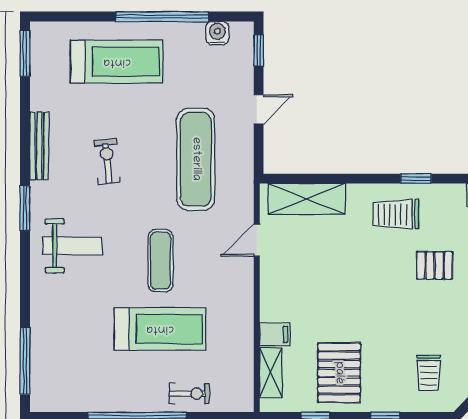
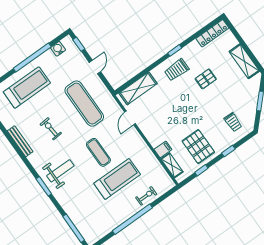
window: (25, 208) -> (44, 186), moved

